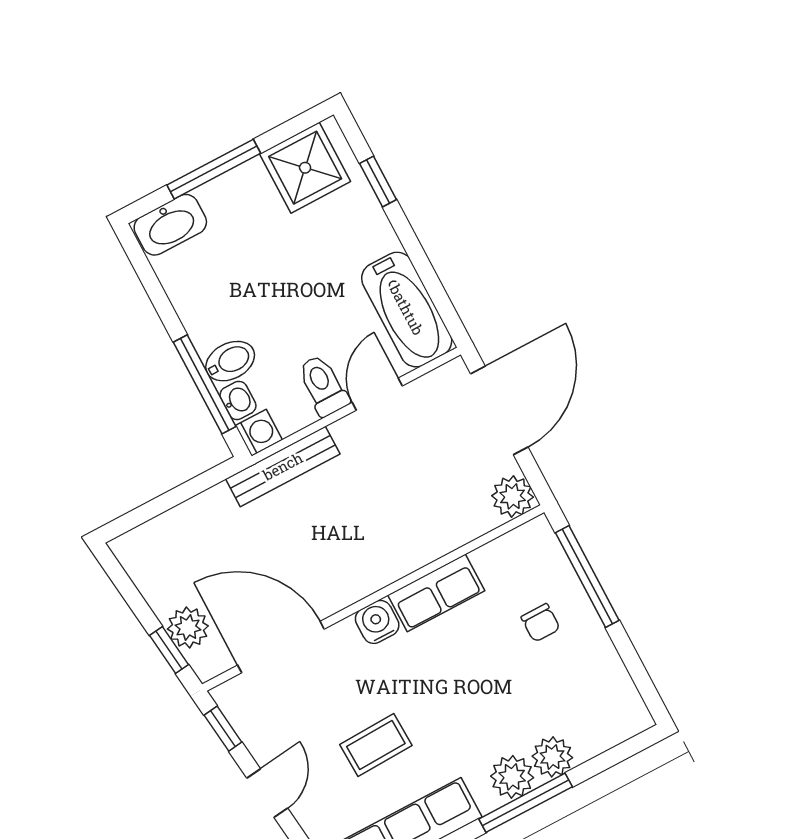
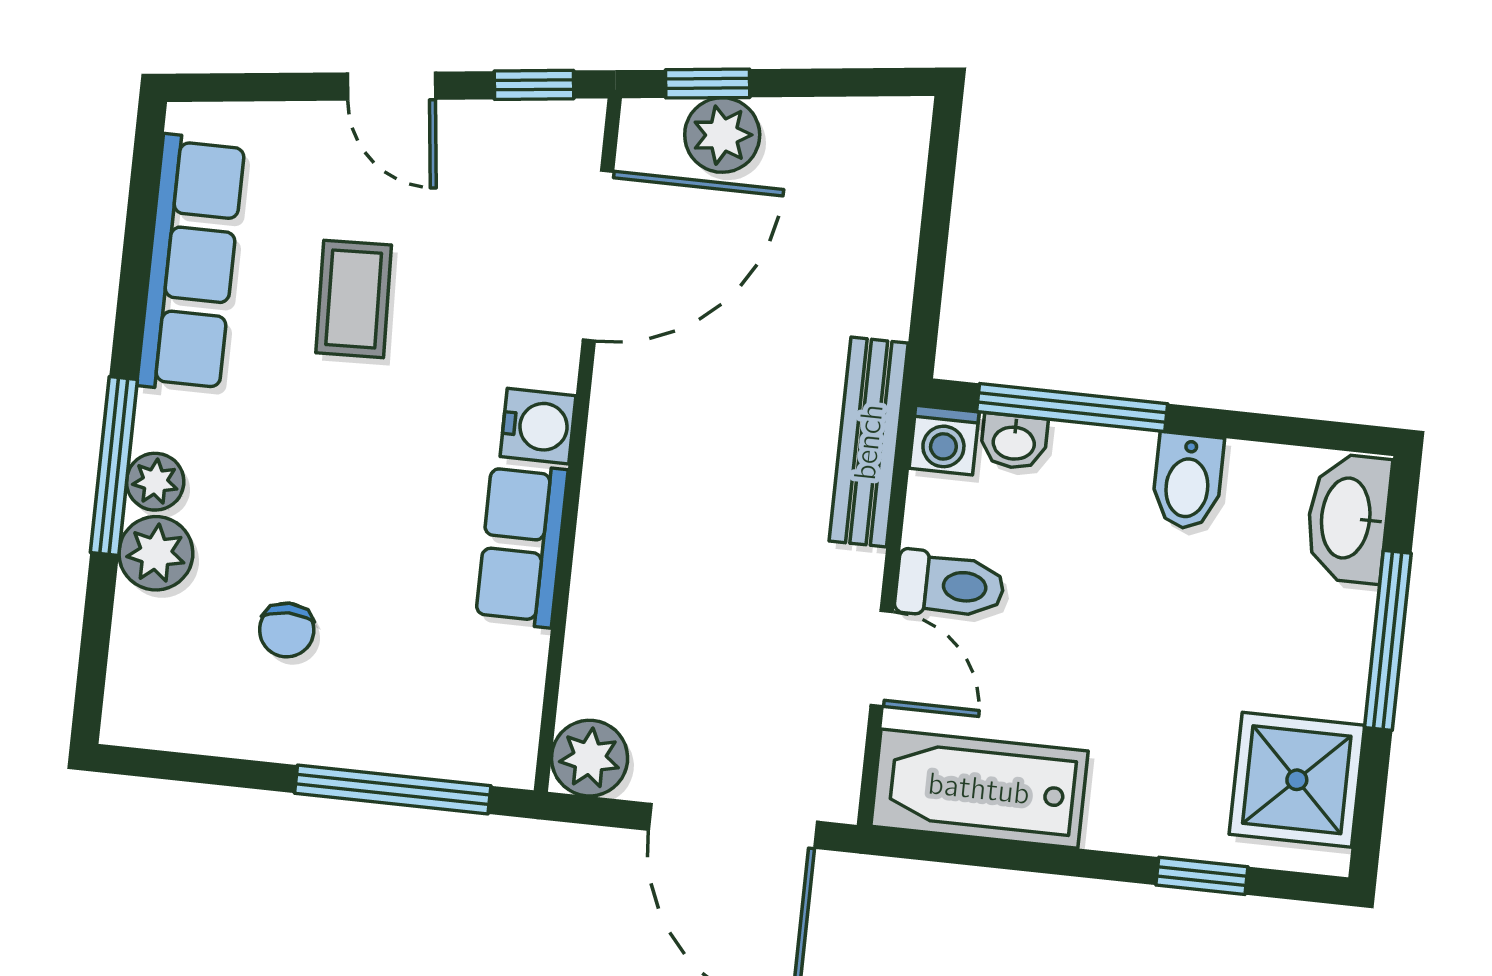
bidet: (230, 361) -> (1188, 481), moved
chair: (541, 623) -> (287, 630), moved, turned -90
plant: (512, 777) -> (155, 482), width x0.73, depth x0.73

